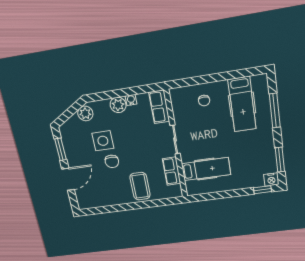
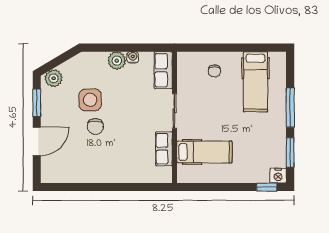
window: (275, 111) -> (290, 108), moved
plant: (85, 113) -> (54, 78), moved
coffee table: (140, 186) -> (123, 162), removed

